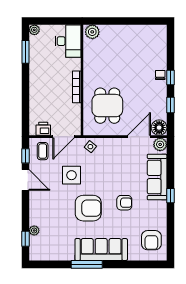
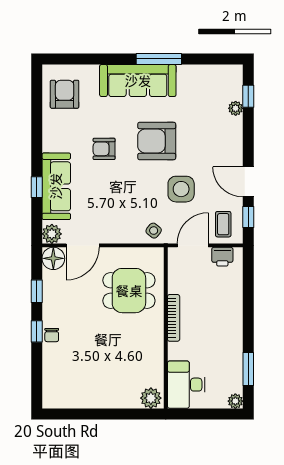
dining table: (107, 106) -> (129, 291), turned 90
window: (171, 196) -> (37, 187), moved

